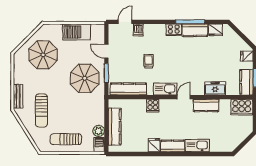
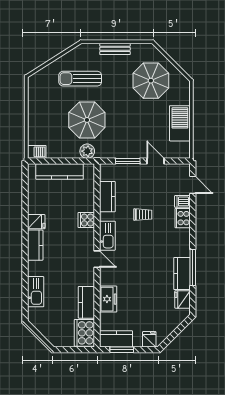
cooker: (174, 30) -> (183, 218), moved
door: (106, 51) -> (155, 161), hinge flipped
parasol: (85, 78) -> (87, 120), moved
kitchen counter: (128, 89) -> (107, 197), width x0.67
bench: (18, 96) -> (115, 49), moved
kitchen counter: (206, 106) -> (86, 302), moved
plant: (99, 131) -> (87, 151), moved
sun lounger: (66, 139) -> (44, 110), removed
kitchen sink: (197, 146) -> (36, 292), moved

